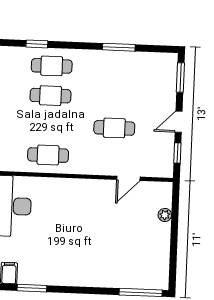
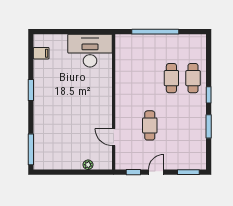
window: (37, 44) -> (209, 95), moved
door: (179, 122) -> (156, 172), hinge flipped
cafe table: (48, 155) -> (128, 78), removed
window: (32, 288) -> (31, 90), moved

